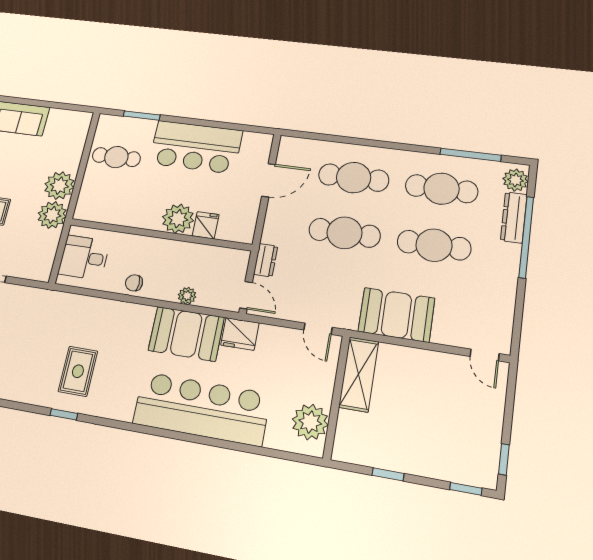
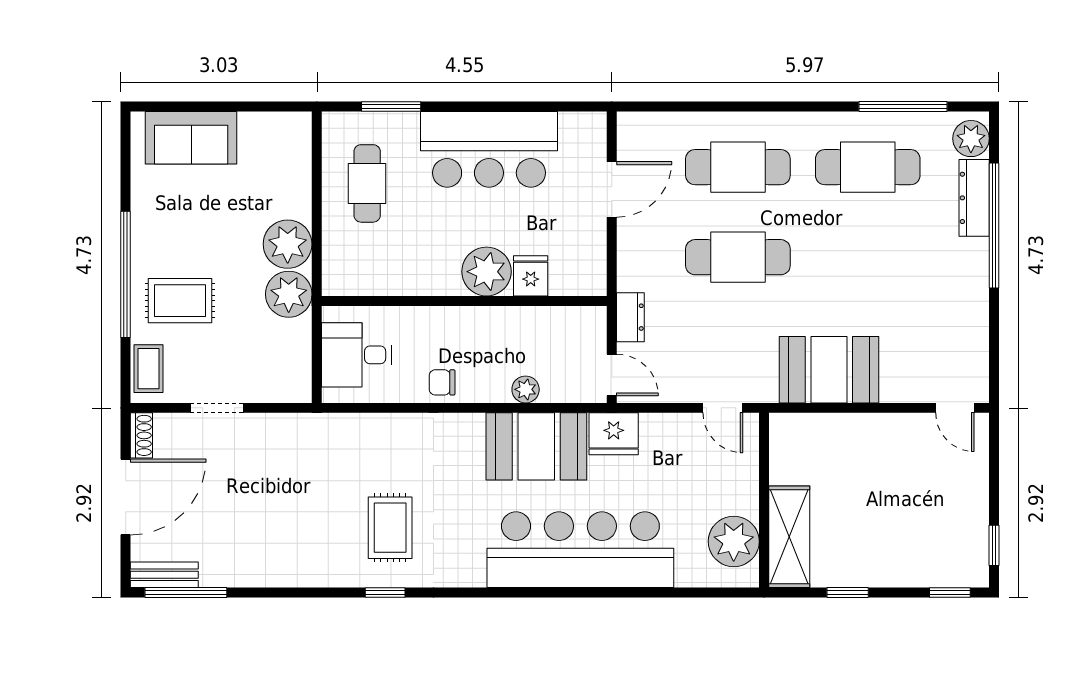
cafe table: (116, 157) -> (367, 183), turned 90
cafe table: (434, 245) -> (868, 257), removed
shelving: (359, 374) -> (789, 537), moved

